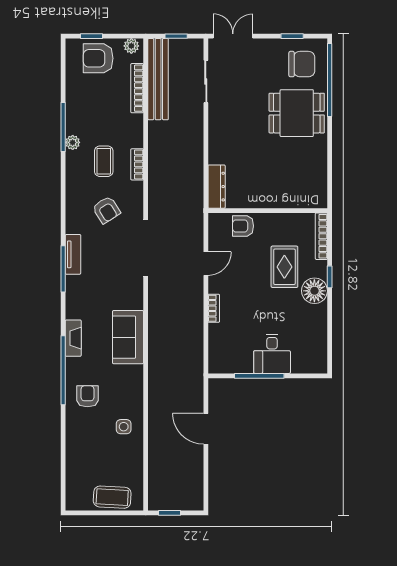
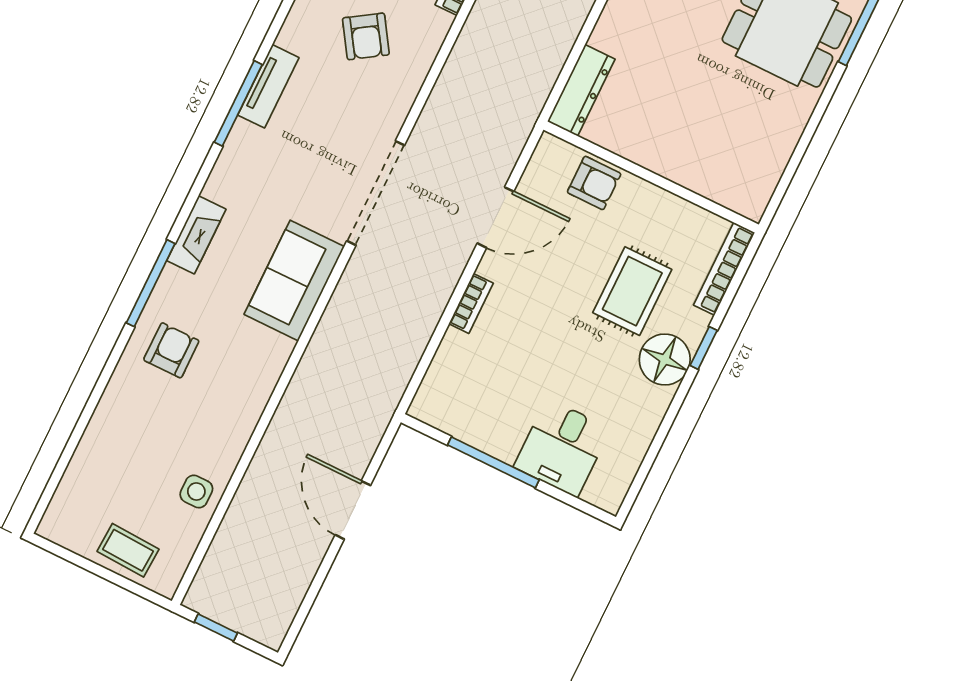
armchair: (243, 226) -> (594, 183), turned 180
doorway: (146, 248) -> (376, 193), moved
door: (206, 264) -> (496, 217), width x1.38
desk: (272, 354) -> (562, 448), moved
window: (63, 370) -> (151, 283), width x0.68
side table: (124, 427) -> (196, 491), moved
coffee table: (112, 497) -> (128, 550), width x0.73, depth x0.77

